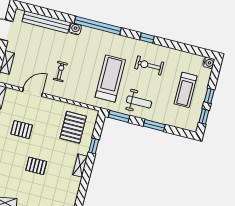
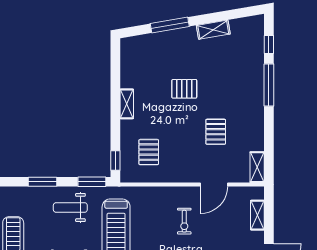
pallet: (73, 127) -> (149, 152), width x0.67, depth x0.71
pallet: (22, 130) -> (216, 132), turned 90
window: (94, 146) -> (115, 161), moved

